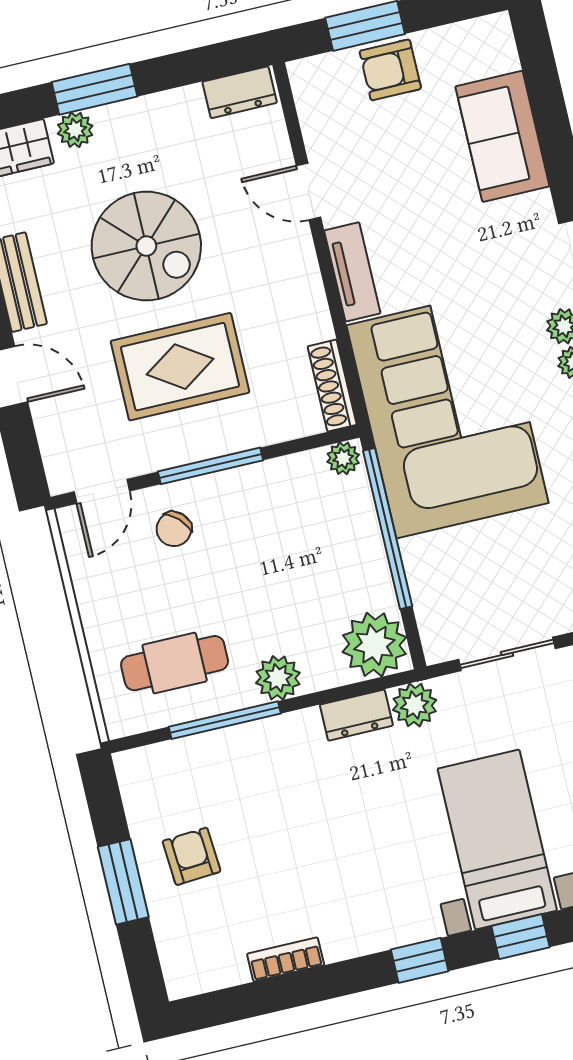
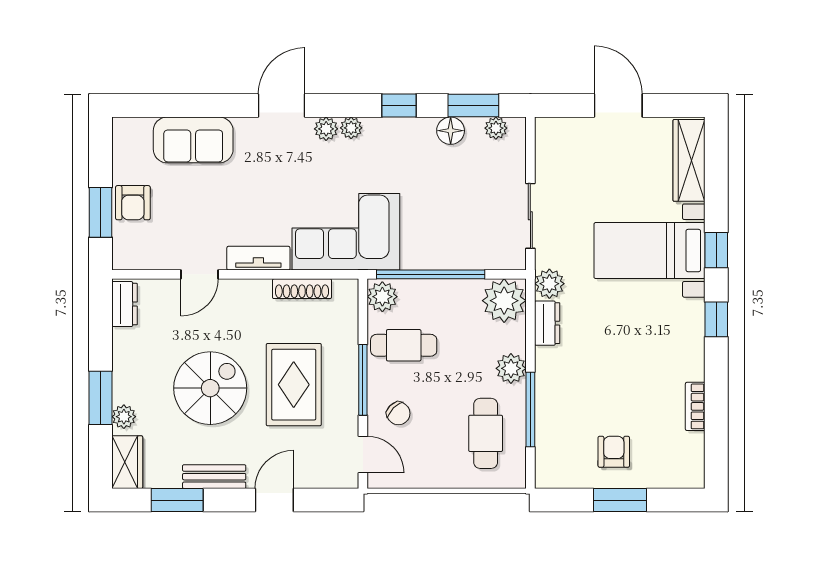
shoe rack: (332, 386) -> (302, 289), moved
corner sofa: (447, 414) -> (346, 232), width x0.73, depth x0.74
plant: (343, 458) -> (382, 297), width x1.38, depth x1.38
cafe table: (275, 513) -> (404, 345), added
armchair: (192, 856) -> (614, 452), turned 94

